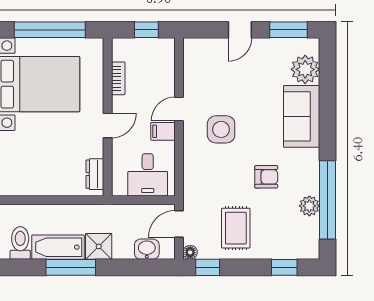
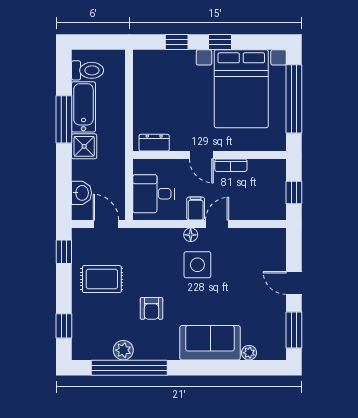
plant: (305, 69) -> (249, 353), width x0.53, depth x0.53
bookcase: (118, 78) -> (231, 165), moved
door: (179, 109) -> (217, 224), hinge flipped
floor lamp: (190, 252) -> (191, 235), moved

